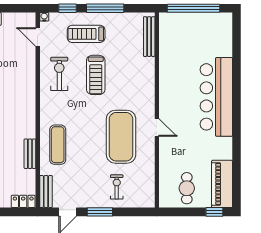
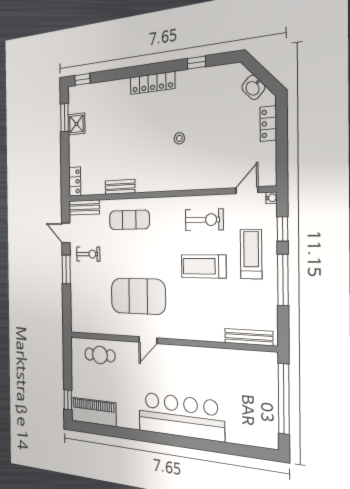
exercise bike: (117, 187) -> (88, 254), moved
cafe table: (187, 188) -> (100, 355), moved

